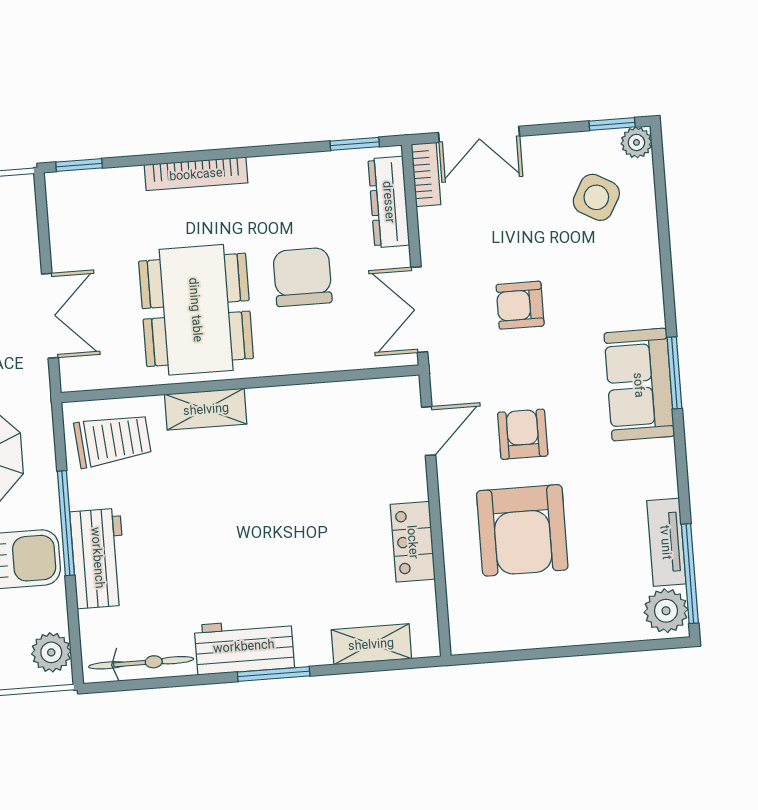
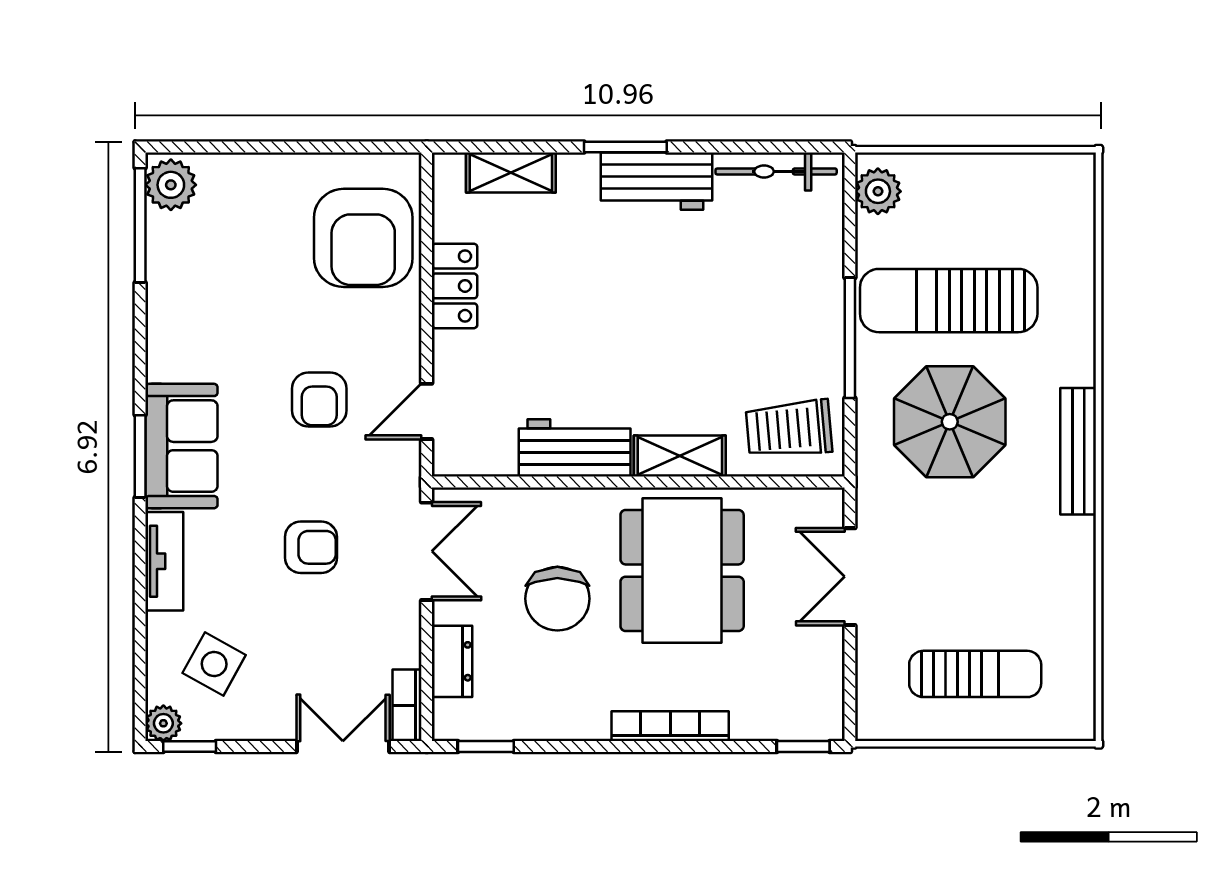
dresser: (389, 202) -> (452, 661), width x0.70
armchair: (522, 530) -> (363, 238), moved, turned 180
tv unit: (666, 542) -> (164, 561), moved
workbench: (98, 558) -> (575, 448), moved, turned 90

